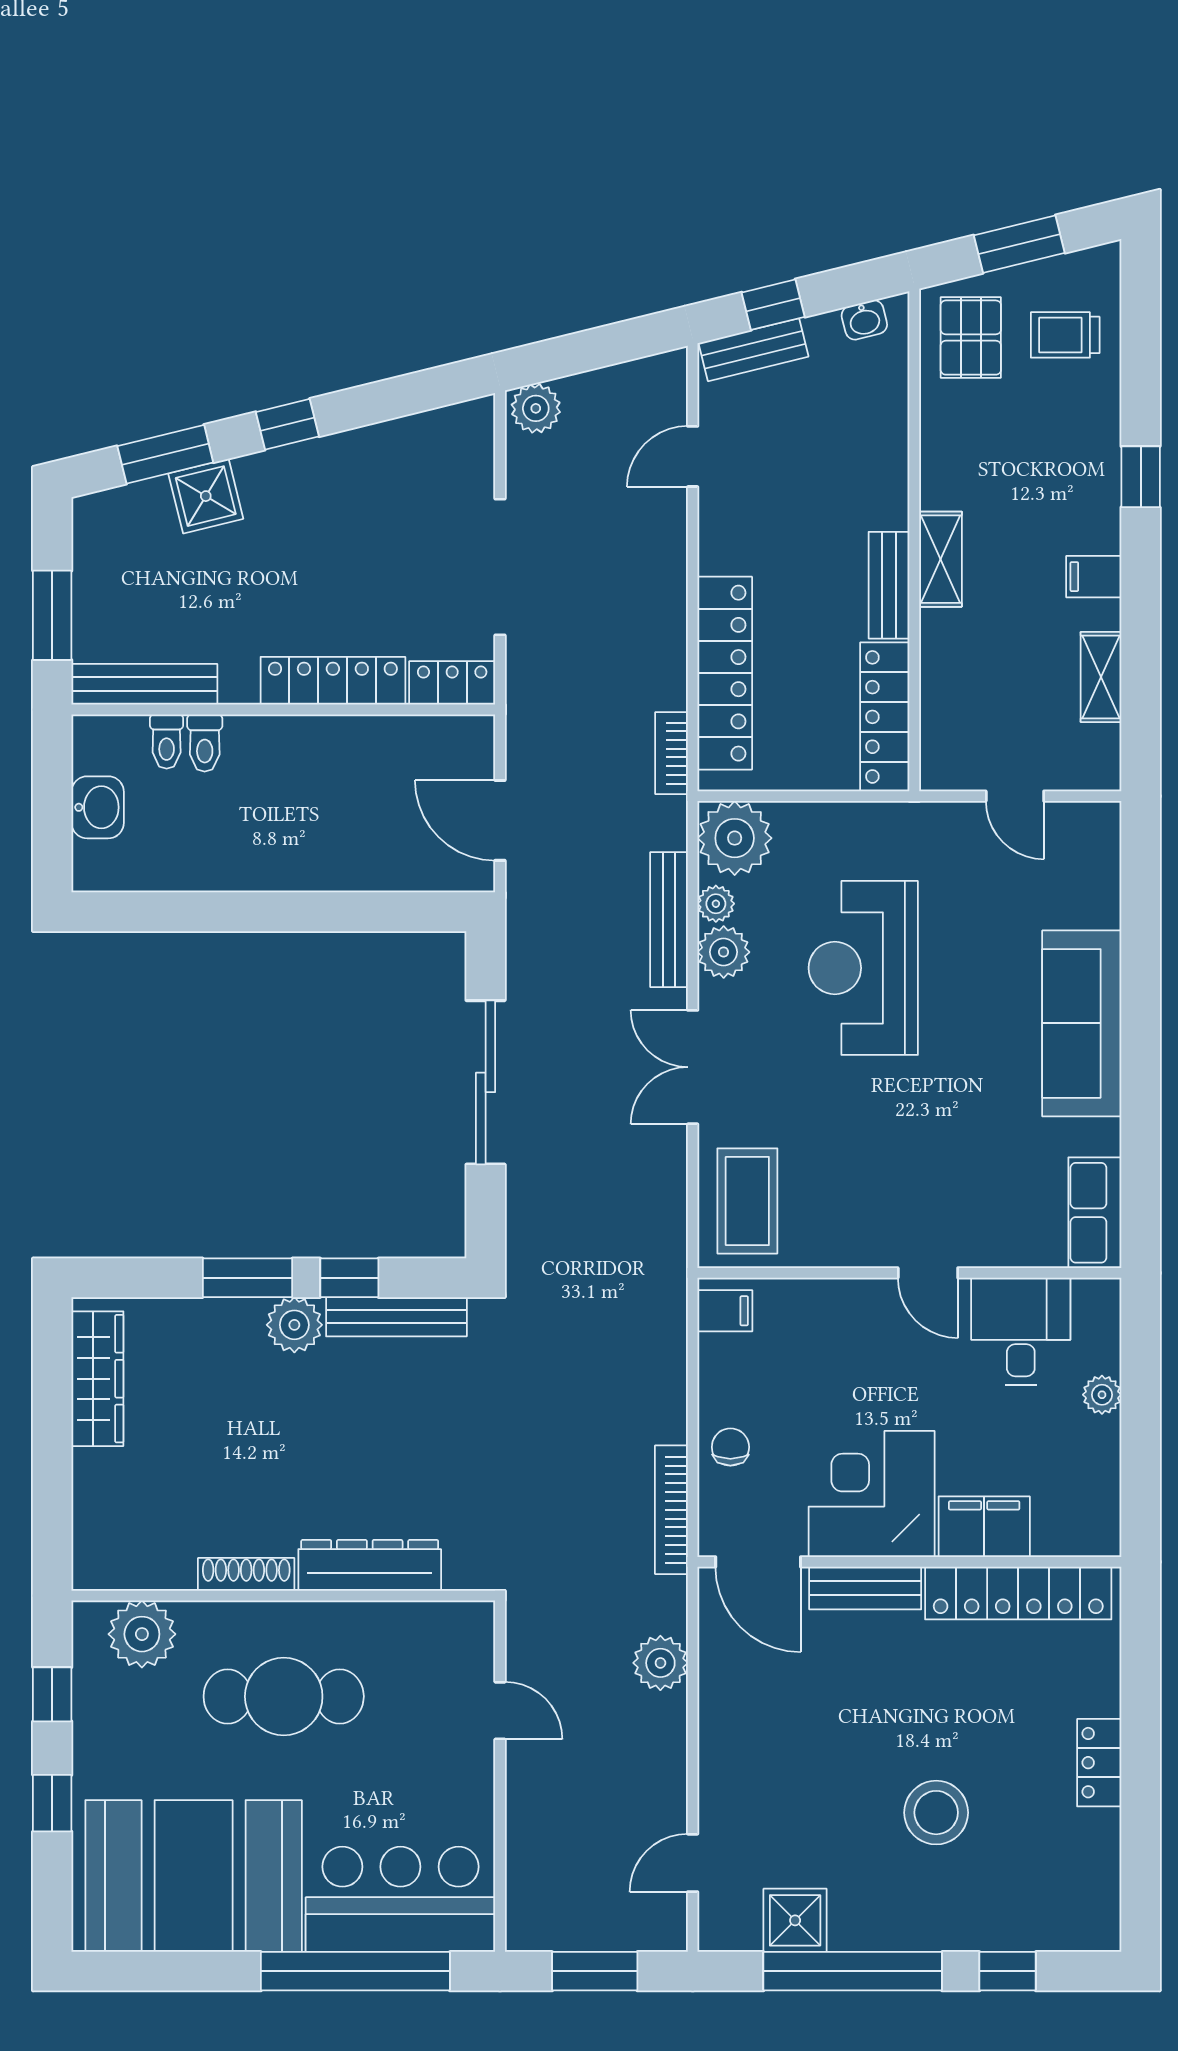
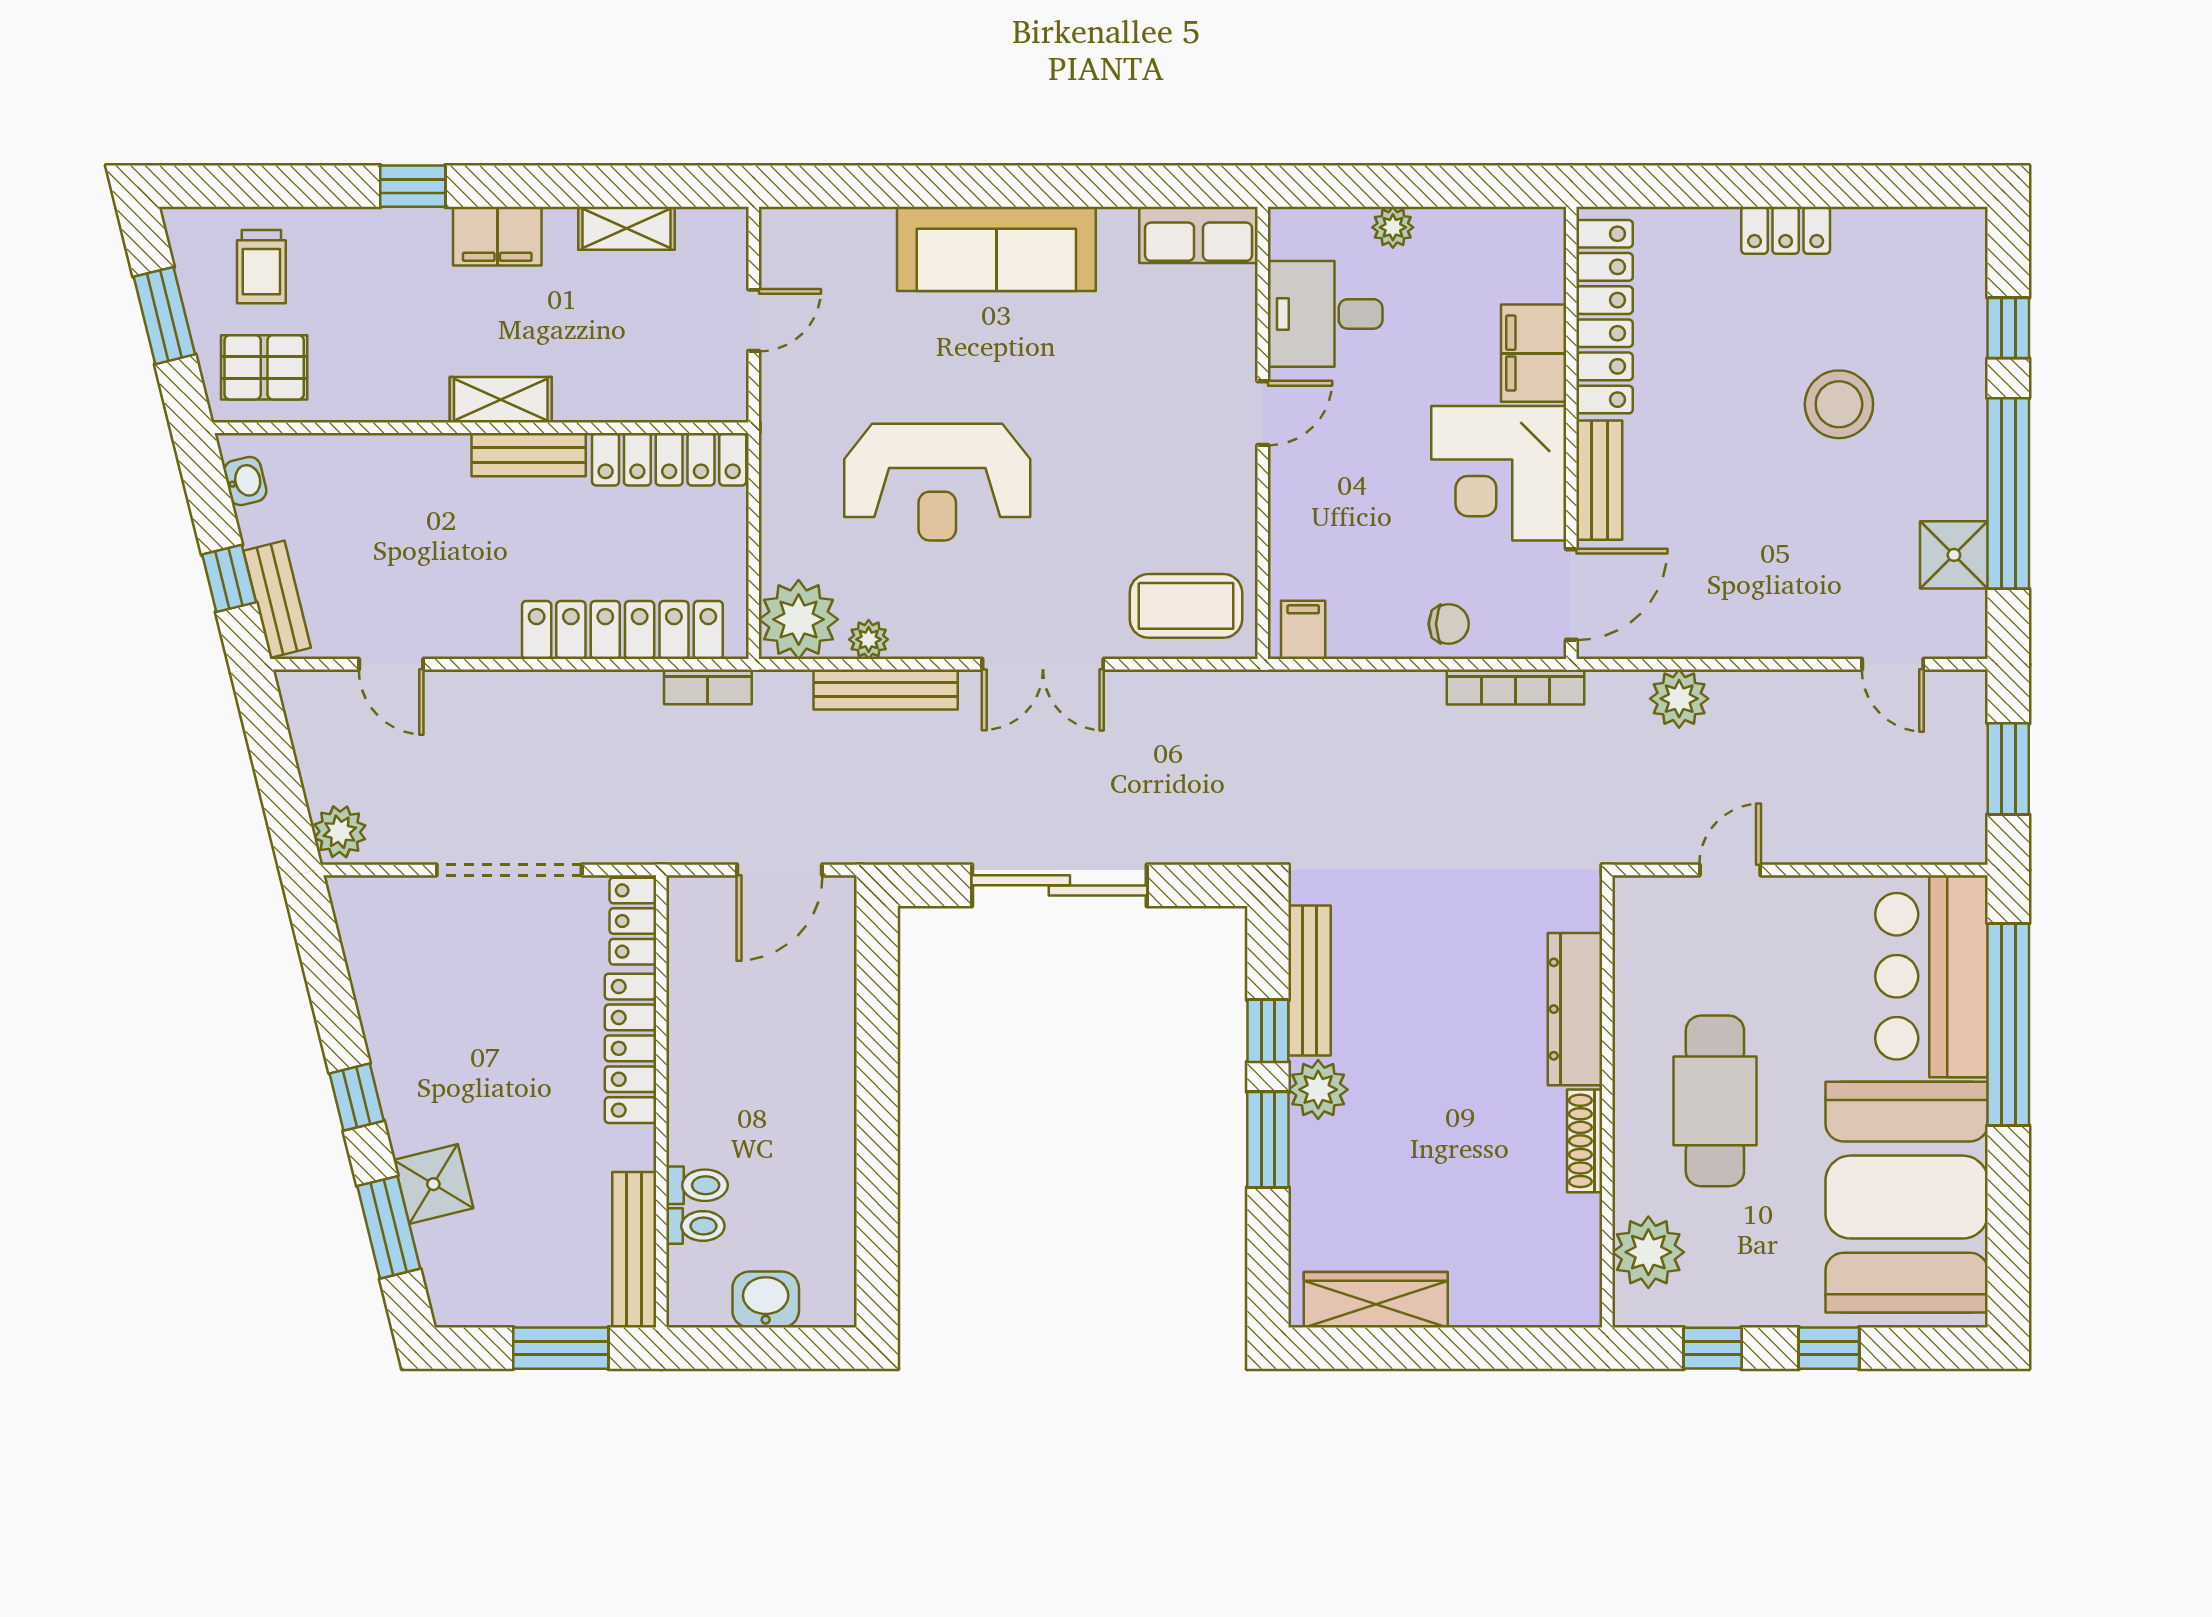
filing cabinet: (1094, 577) -> (497, 236), width x2.00
plant: (724, 952) -> (920, 631), removed
chair: (730, 1447) -> (1449, 624), turned 180

